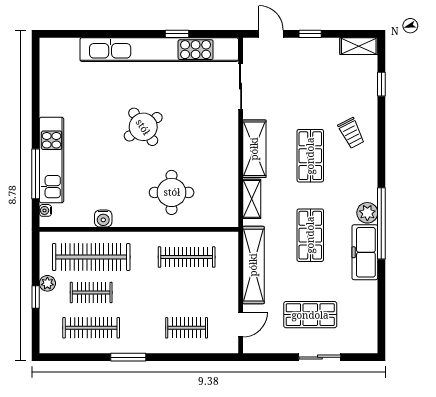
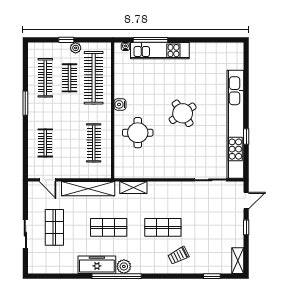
shelving: (254, 149) -> (168, 189), removed
water cooler: (103, 219) -> (120, 104), moved

